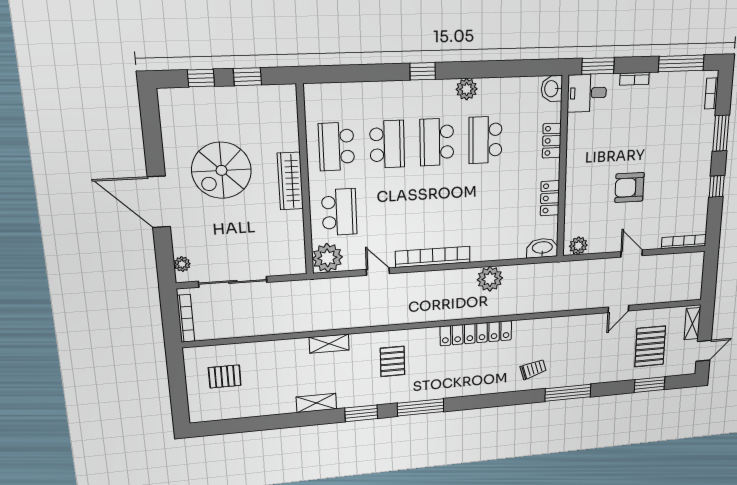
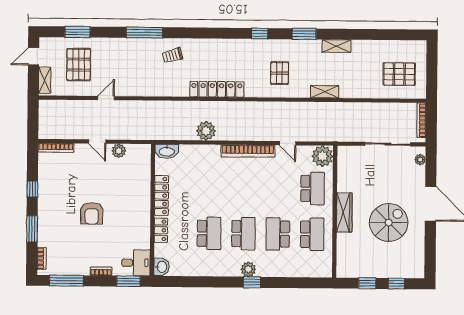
plant: (467, 89) -> (248, 269), moved
armchair: (629, 187) -> (92, 213), moved, turned 90
locker: (550, 198) -> (161, 196), width x1.53
school desk: (339, 212) -> (313, 189), turned 180
plant: (578, 246) -> (119, 151), moved
pallet: (225, 376) -> (399, 74), width x1.50, depth x1.42
window: (421, 407) -> (260, 34), width x0.46

